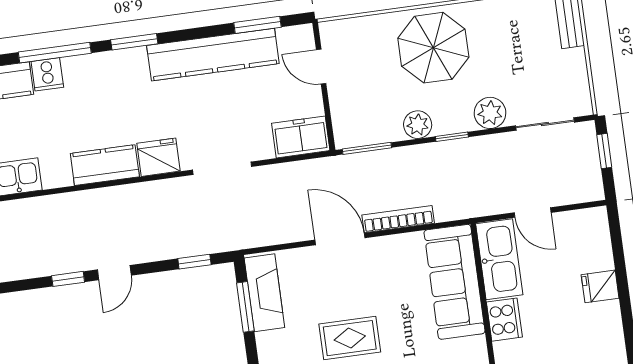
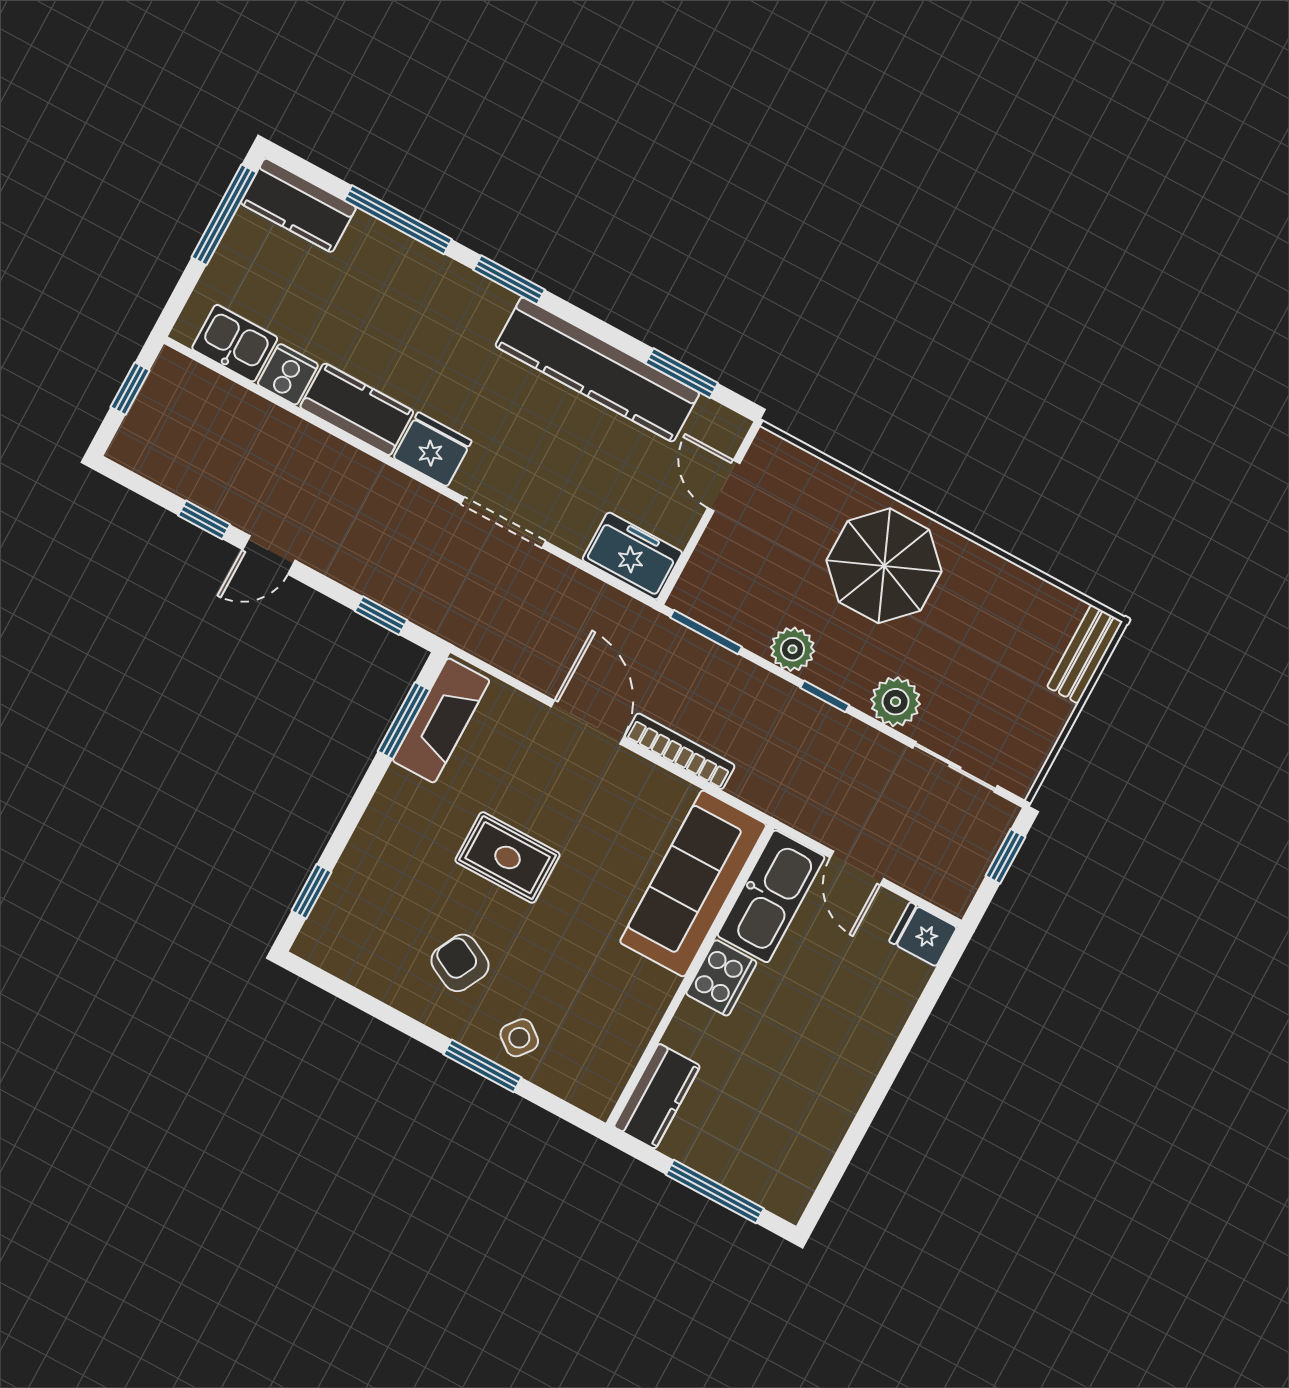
cooker: (47, 74) -> (288, 374), moved, turned 180
fridge: (600, 286) -> (923, 934), moved

